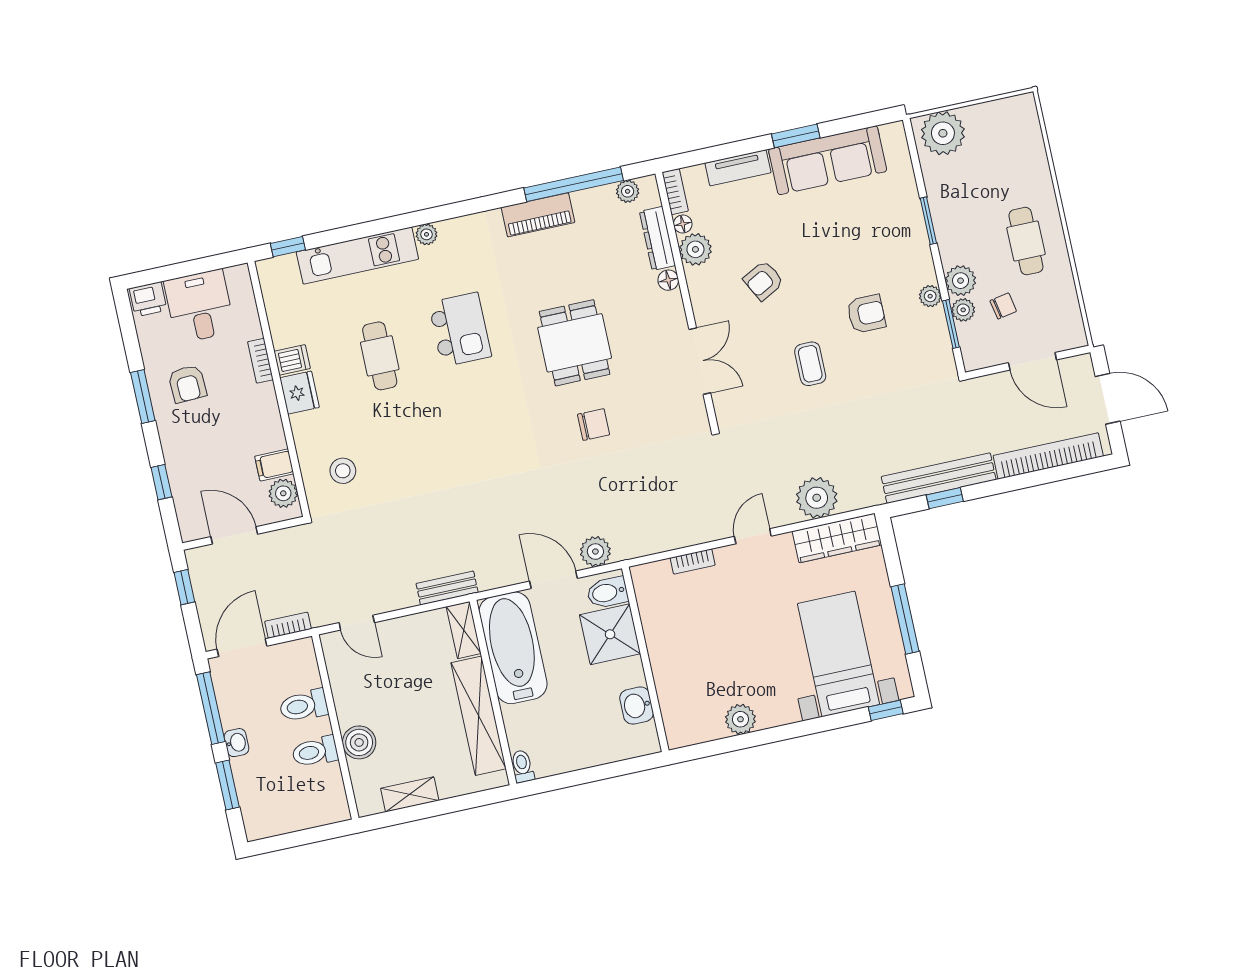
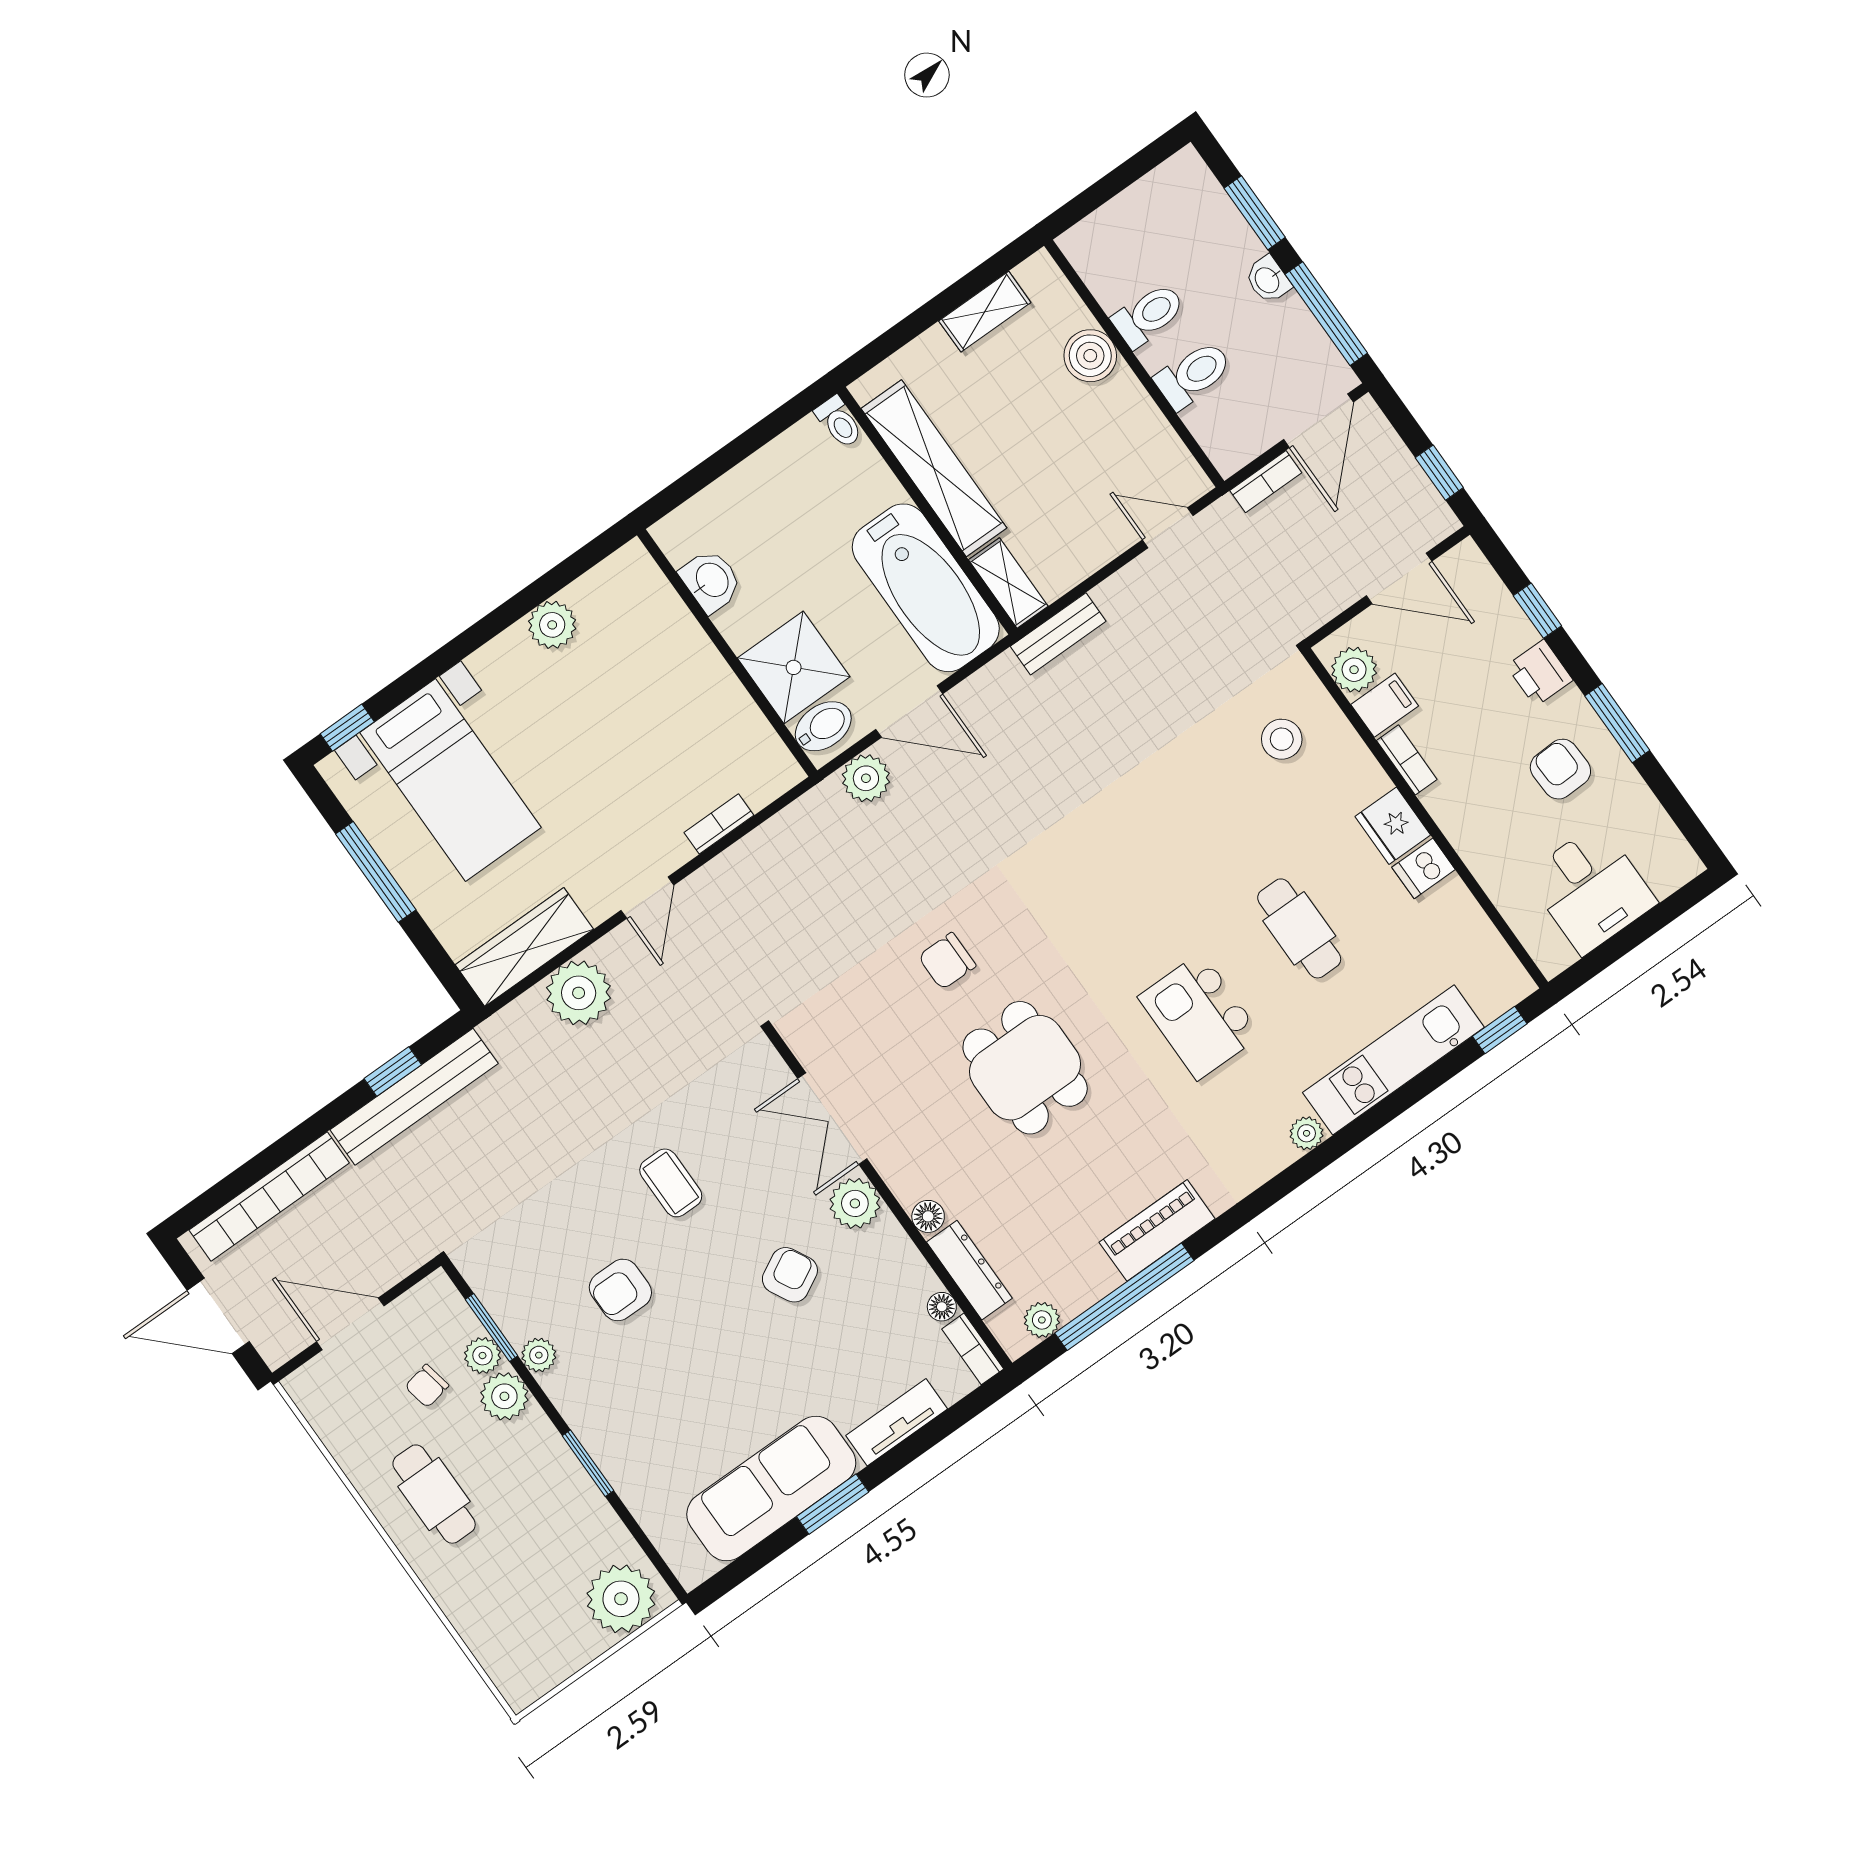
plant: (695, 249) -> (855, 1203), moved
printer: (148, 299) -> (1540, 673), moved, turned -90
bookcase: (260, 361) -> (1407, 760), moved

